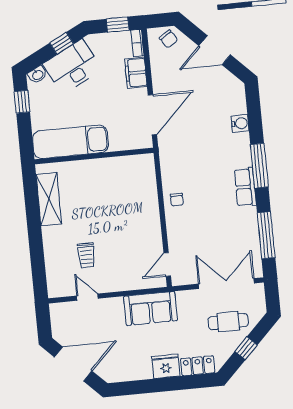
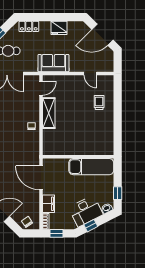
door: (152, 115) -> (41, 178), hinge flipped
shelving: (49, 199) -> (49, 113), moved
trolley: (86, 255) -> (99, 103), moved
fridge: (166, 366) -> (59, 28), moved

